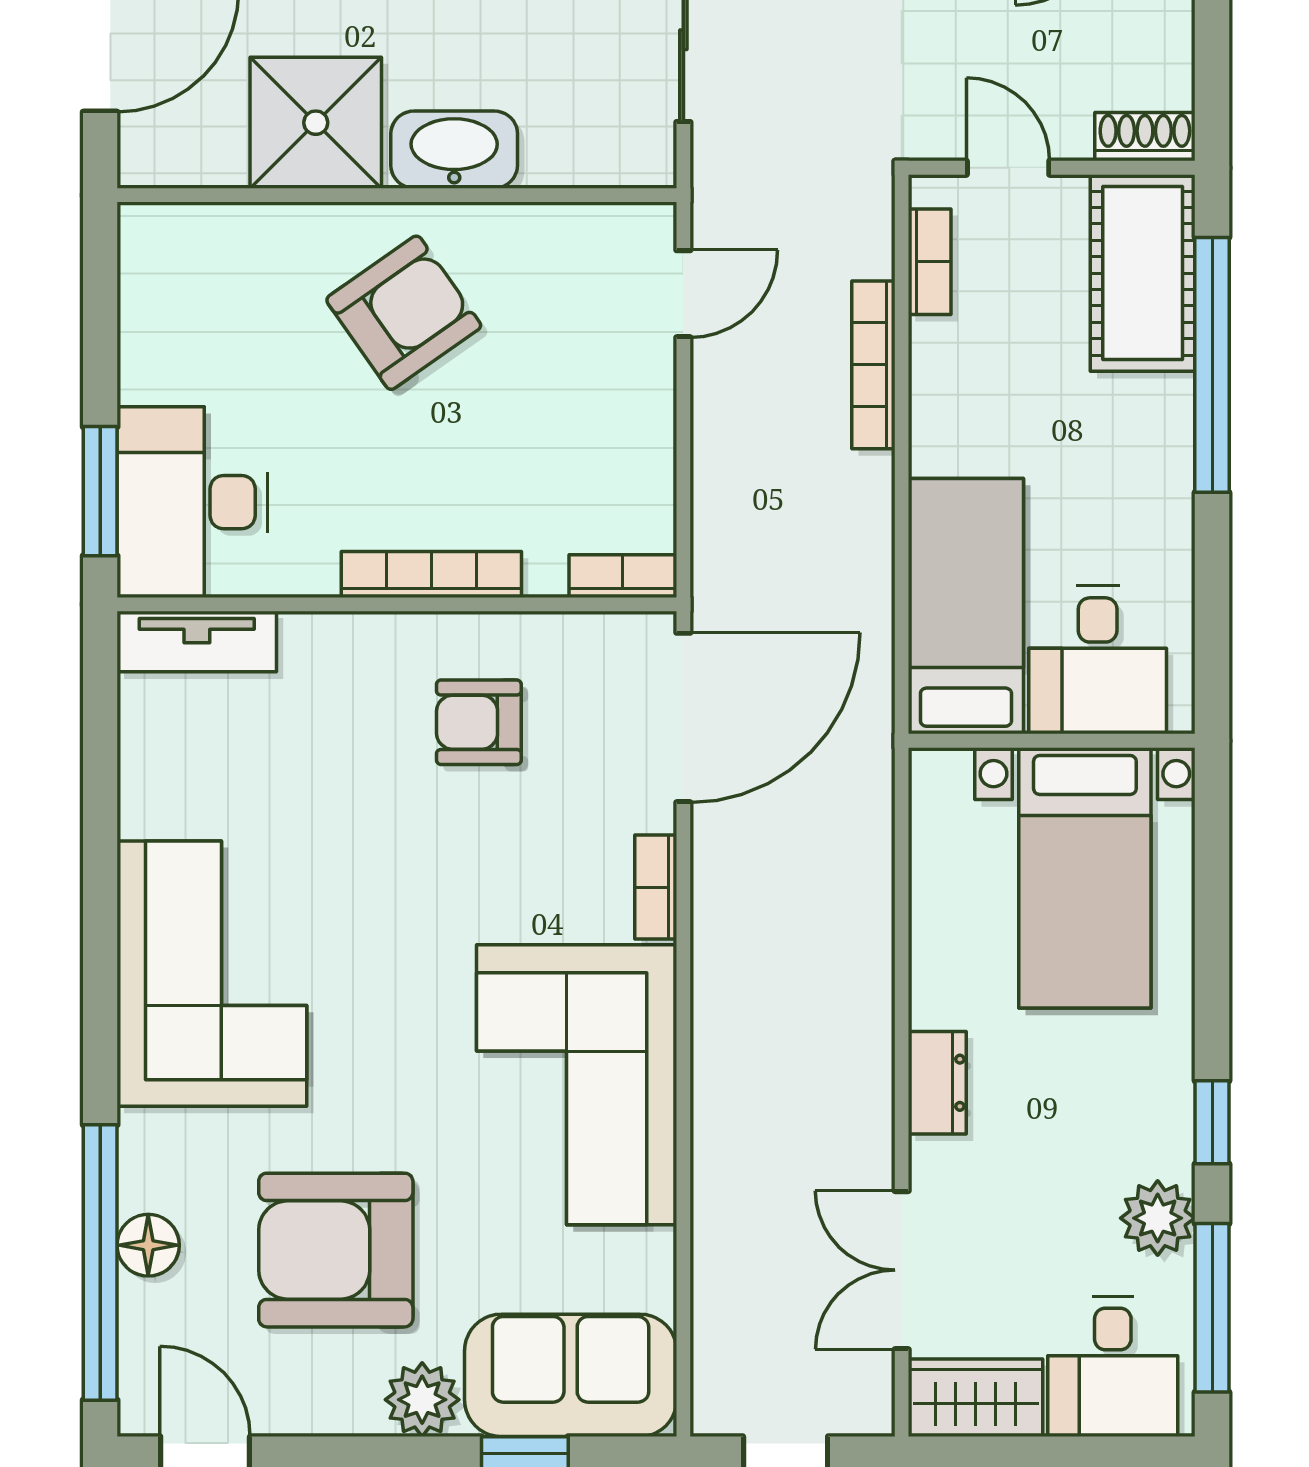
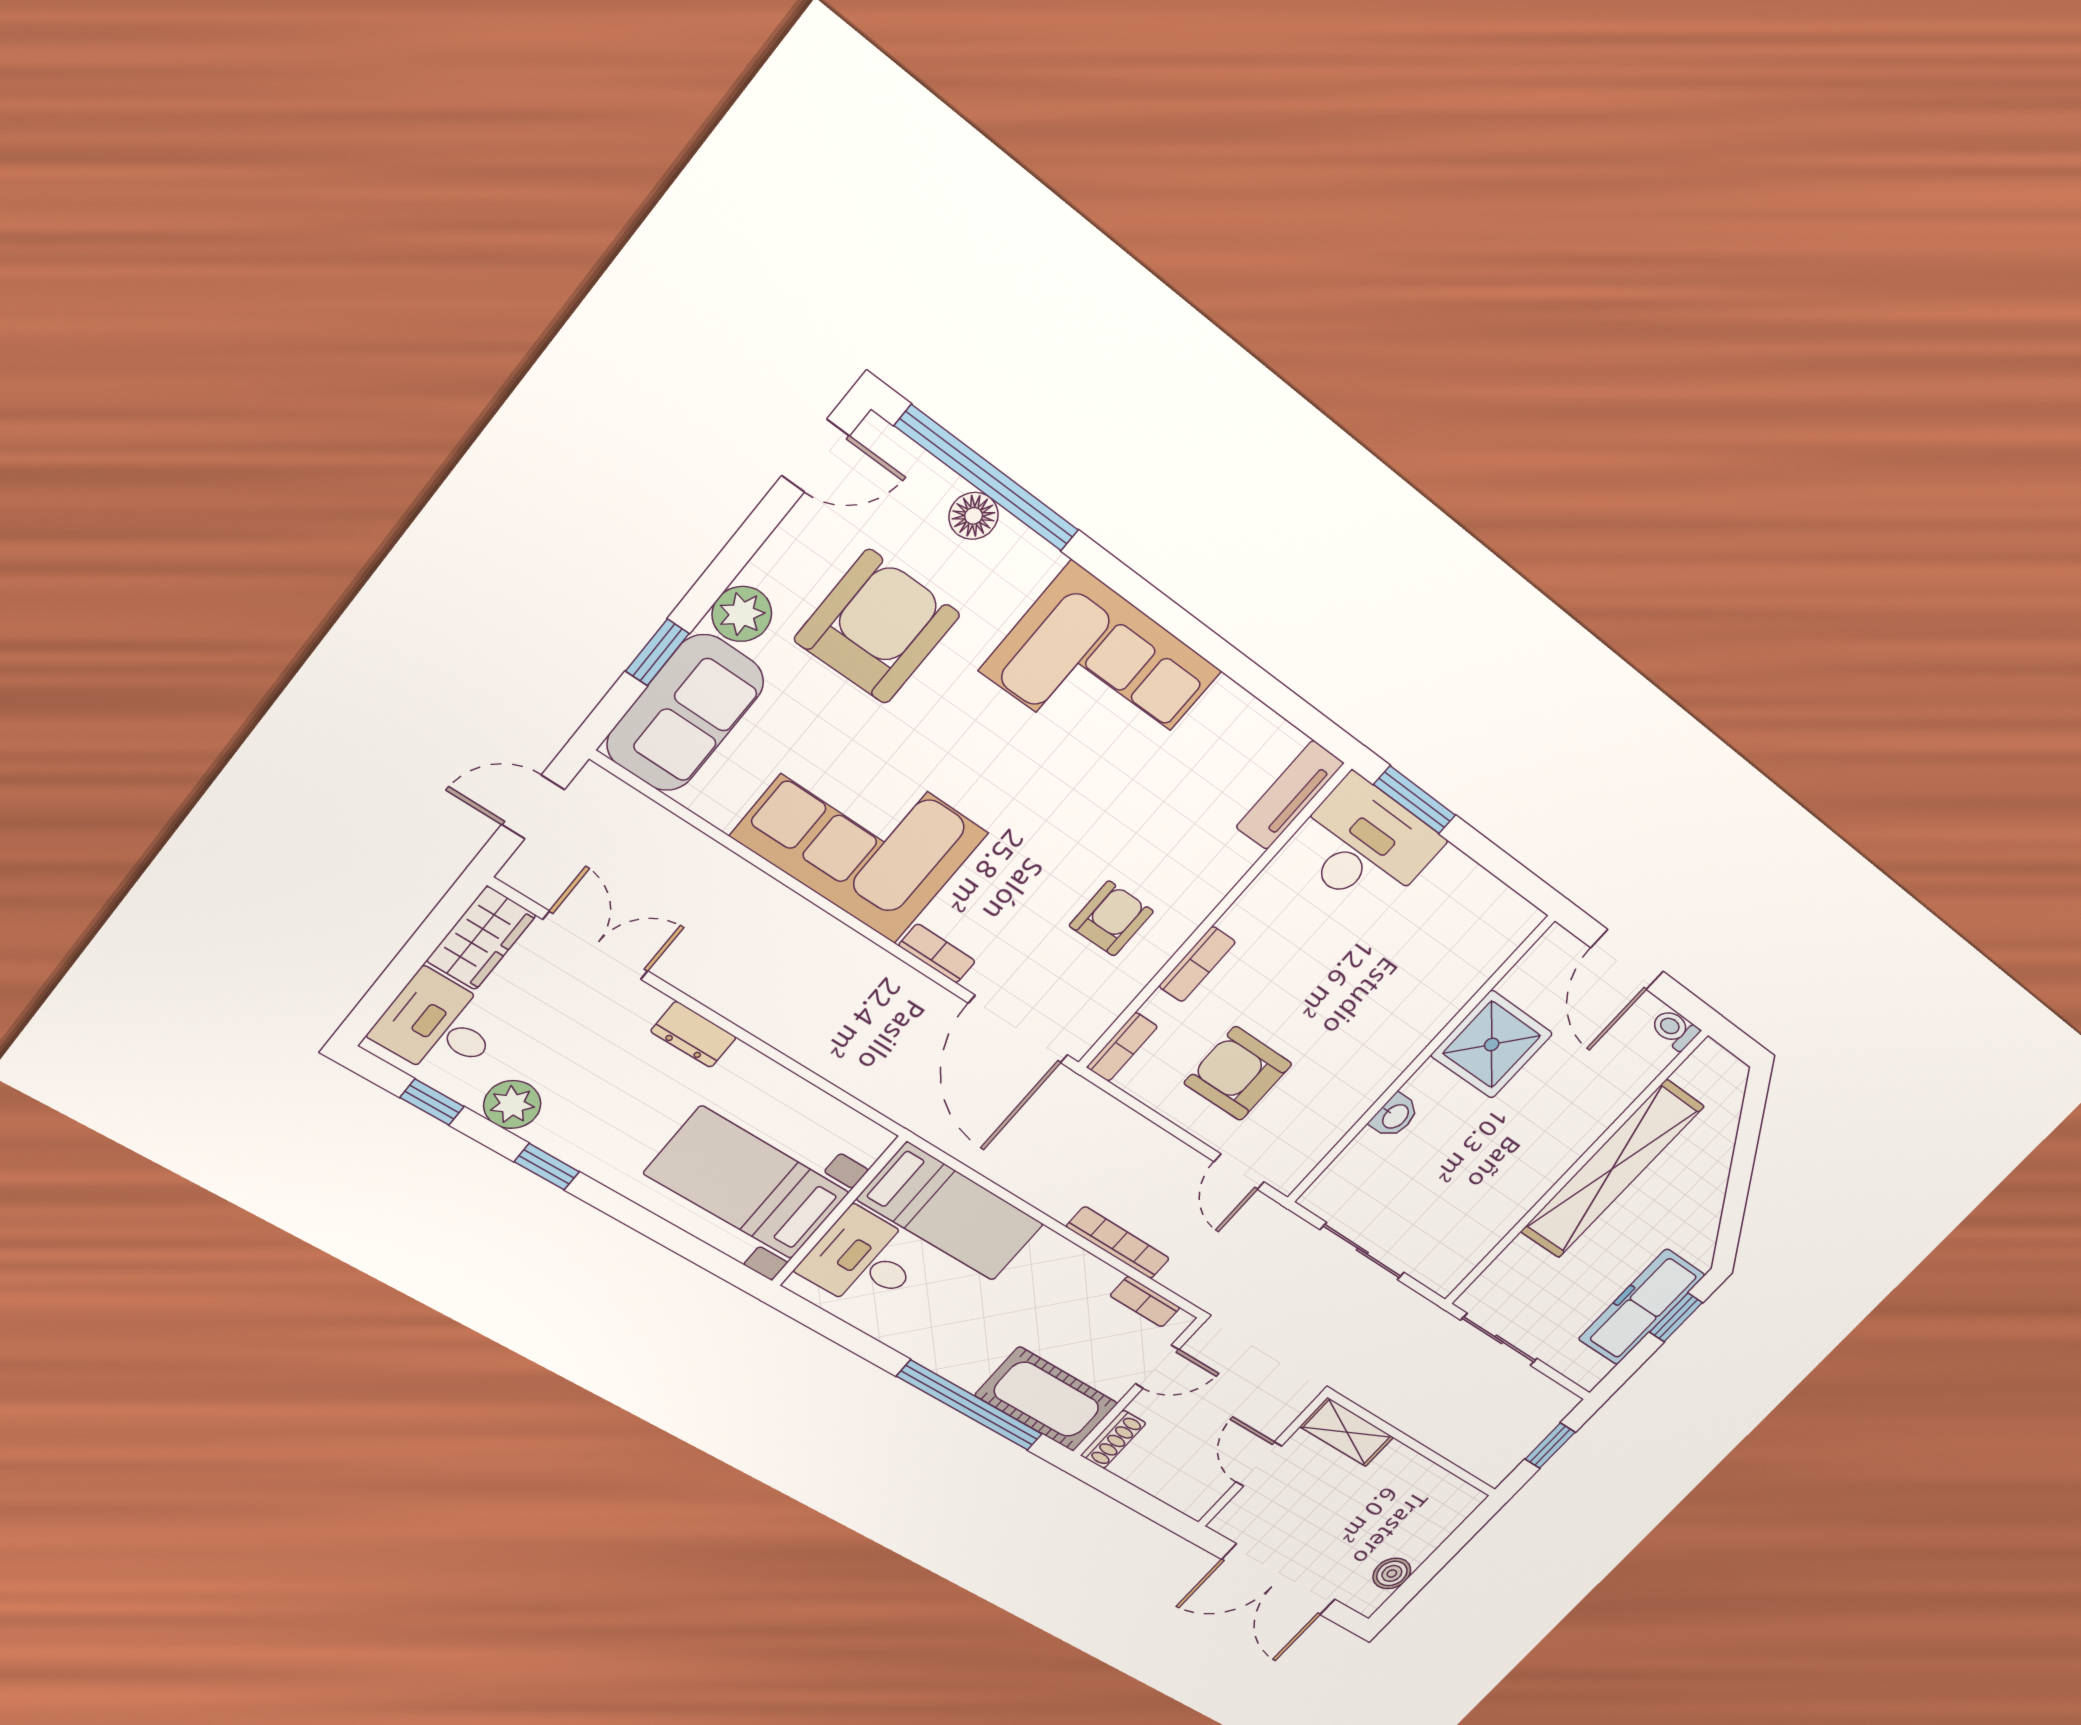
washbasin: (454, 150) -> (1395, 1116), width x0.52, depth x0.69
armchair: (404, 313) -> (1238, 1074), moved, turned 125
bookcase: (431, 575) -> (1197, 964), width x0.64
window: (1212, 1308) -> (432, 1102), width x0.46

